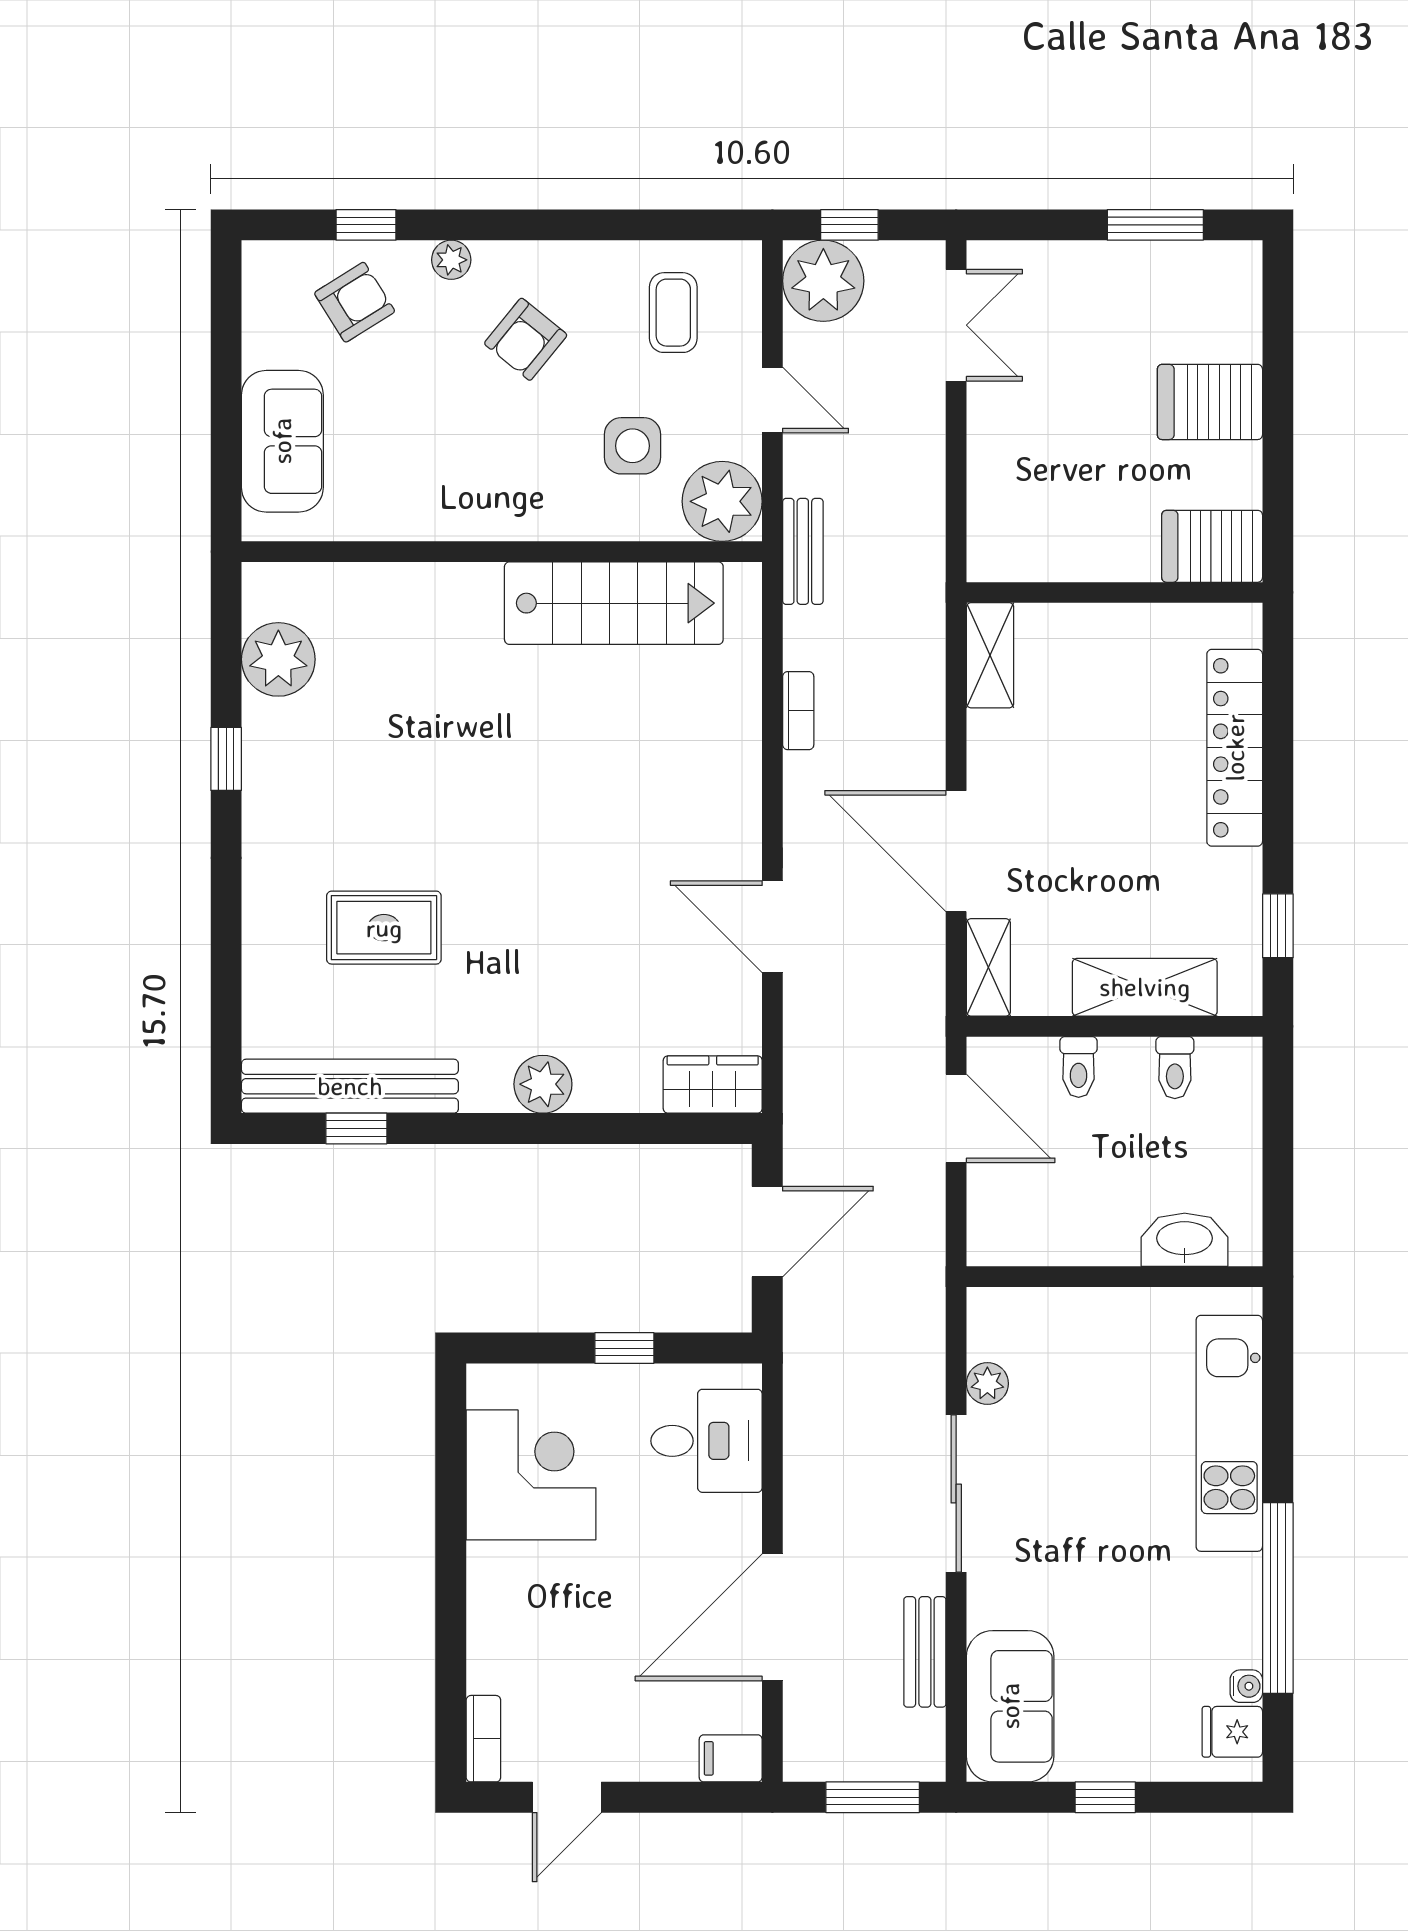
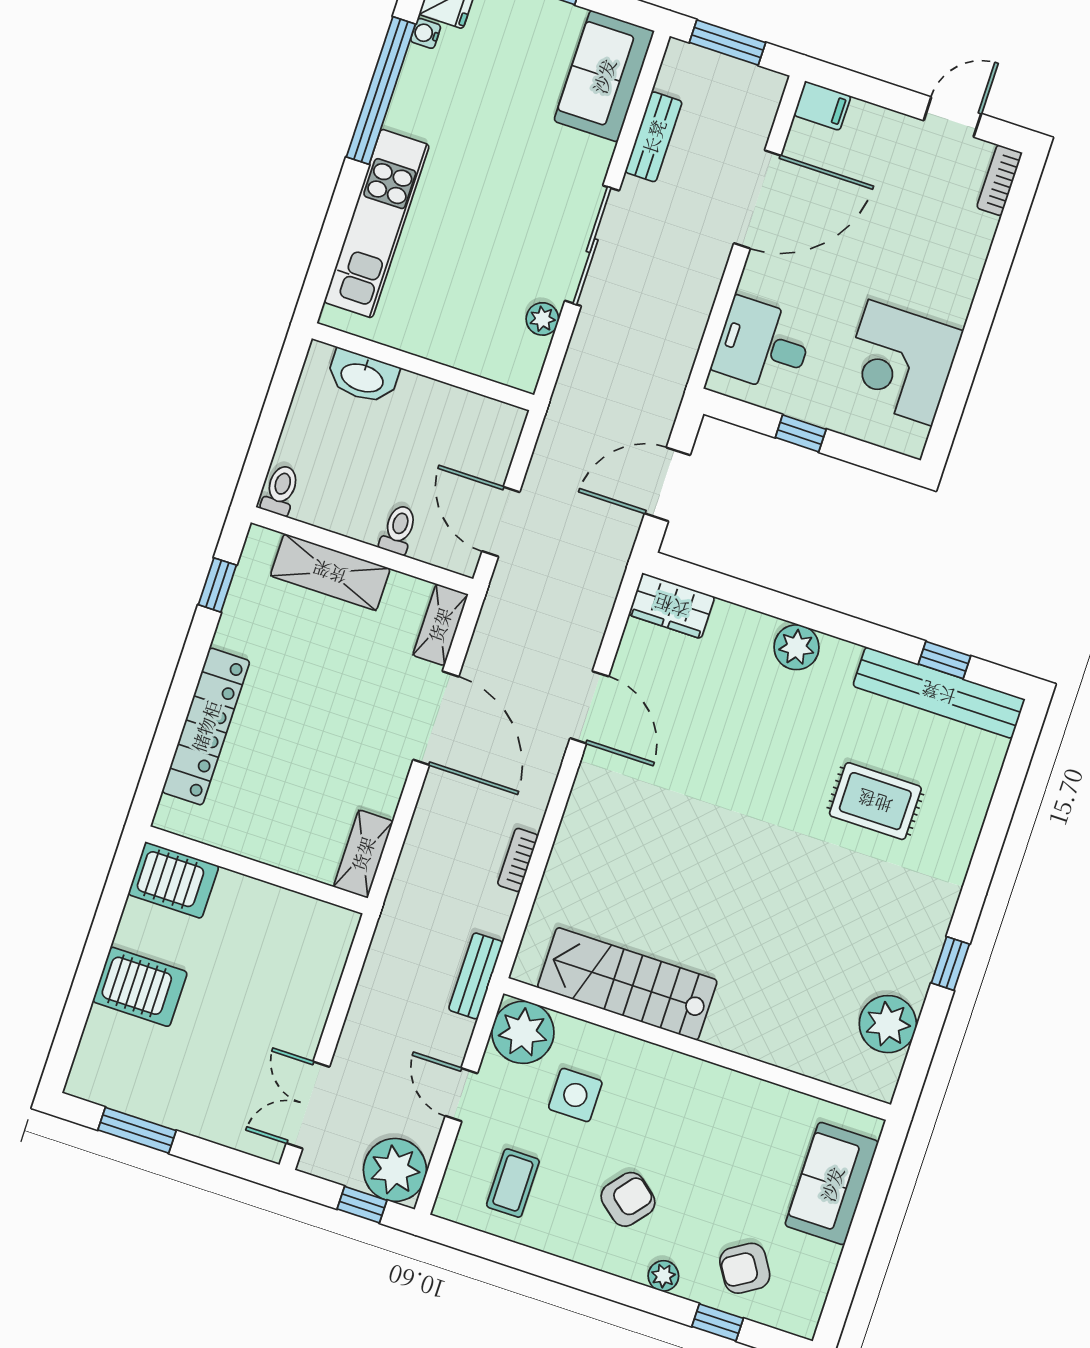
toilet: (1175, 1068) -> (281, 490), moved

